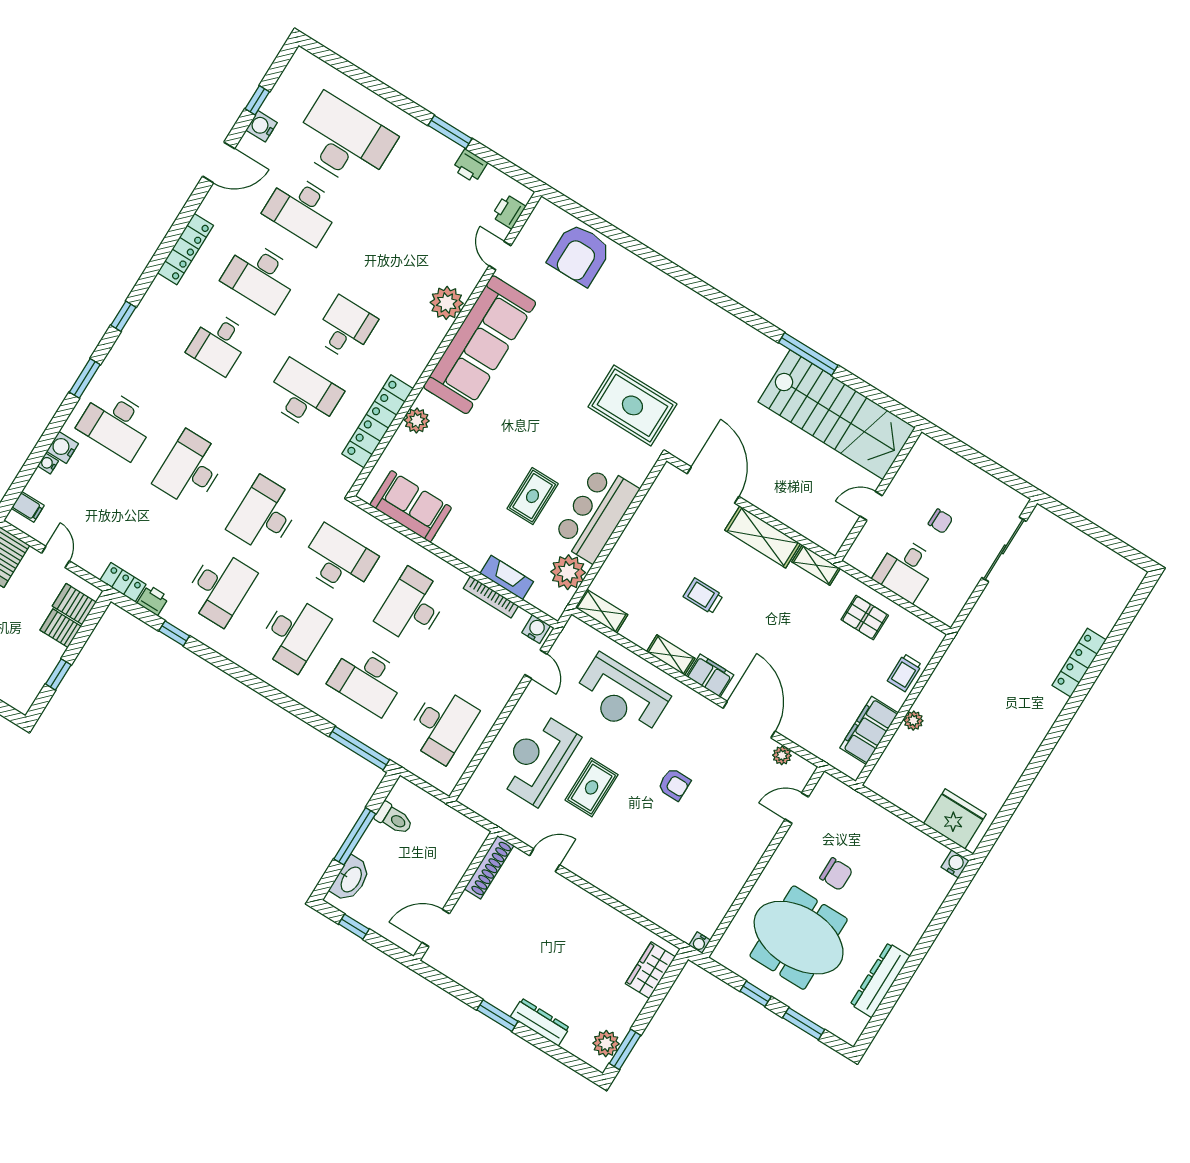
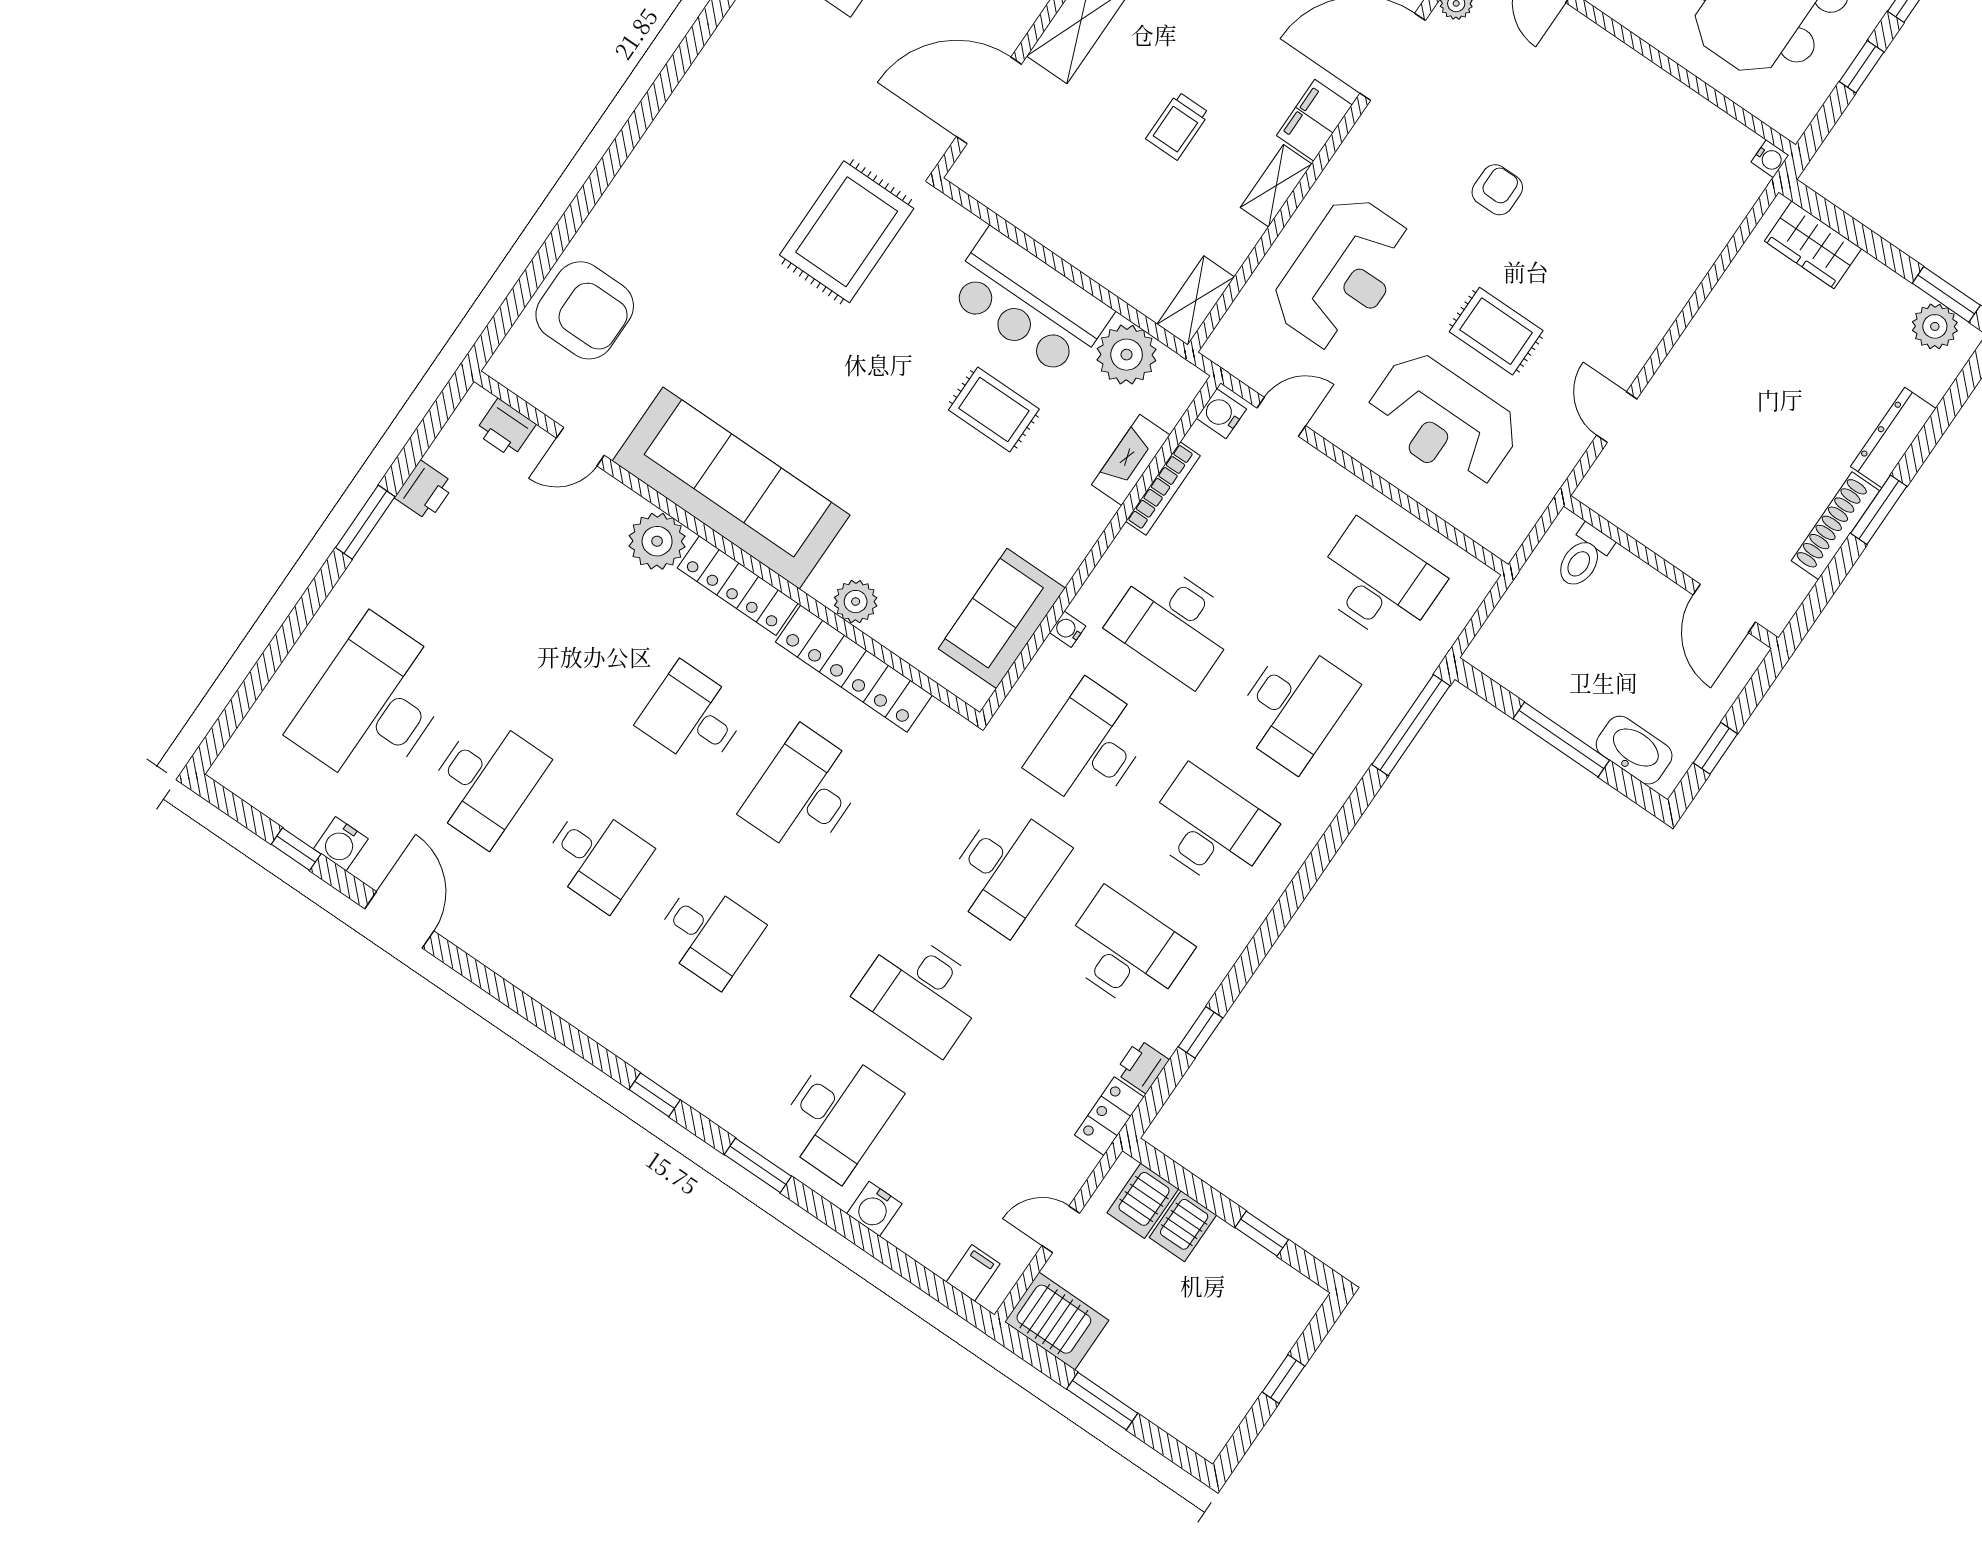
locker: (185, 249) -> (738, 586), moved, turned 180
desk: (261, 276) -> (596, 857), width x0.73
water cooler: (48, 463) -> (1068, 629), moved, turned 90
desk: (264, 515) -> (1006, 869), turned -90
toilet: (394, 819) -> (1584, 557), moved, turned 180
shoe rack: (489, 867) -> (1835, 526), moved, turned -90

